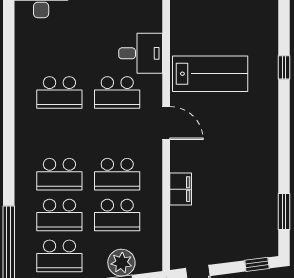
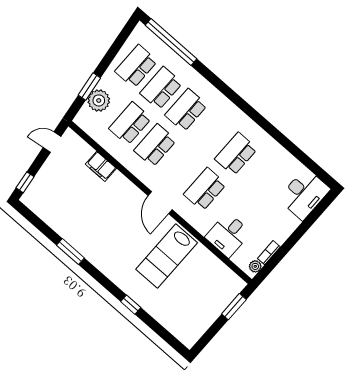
desk: (141, 53) -> (228, 235), moved
door: (166, 123) -> (160, 203), hinge flipped
filing cabinet: (181, 189) -> (101, 166), moved
window: (284, 212) -> (70, 252), moved

